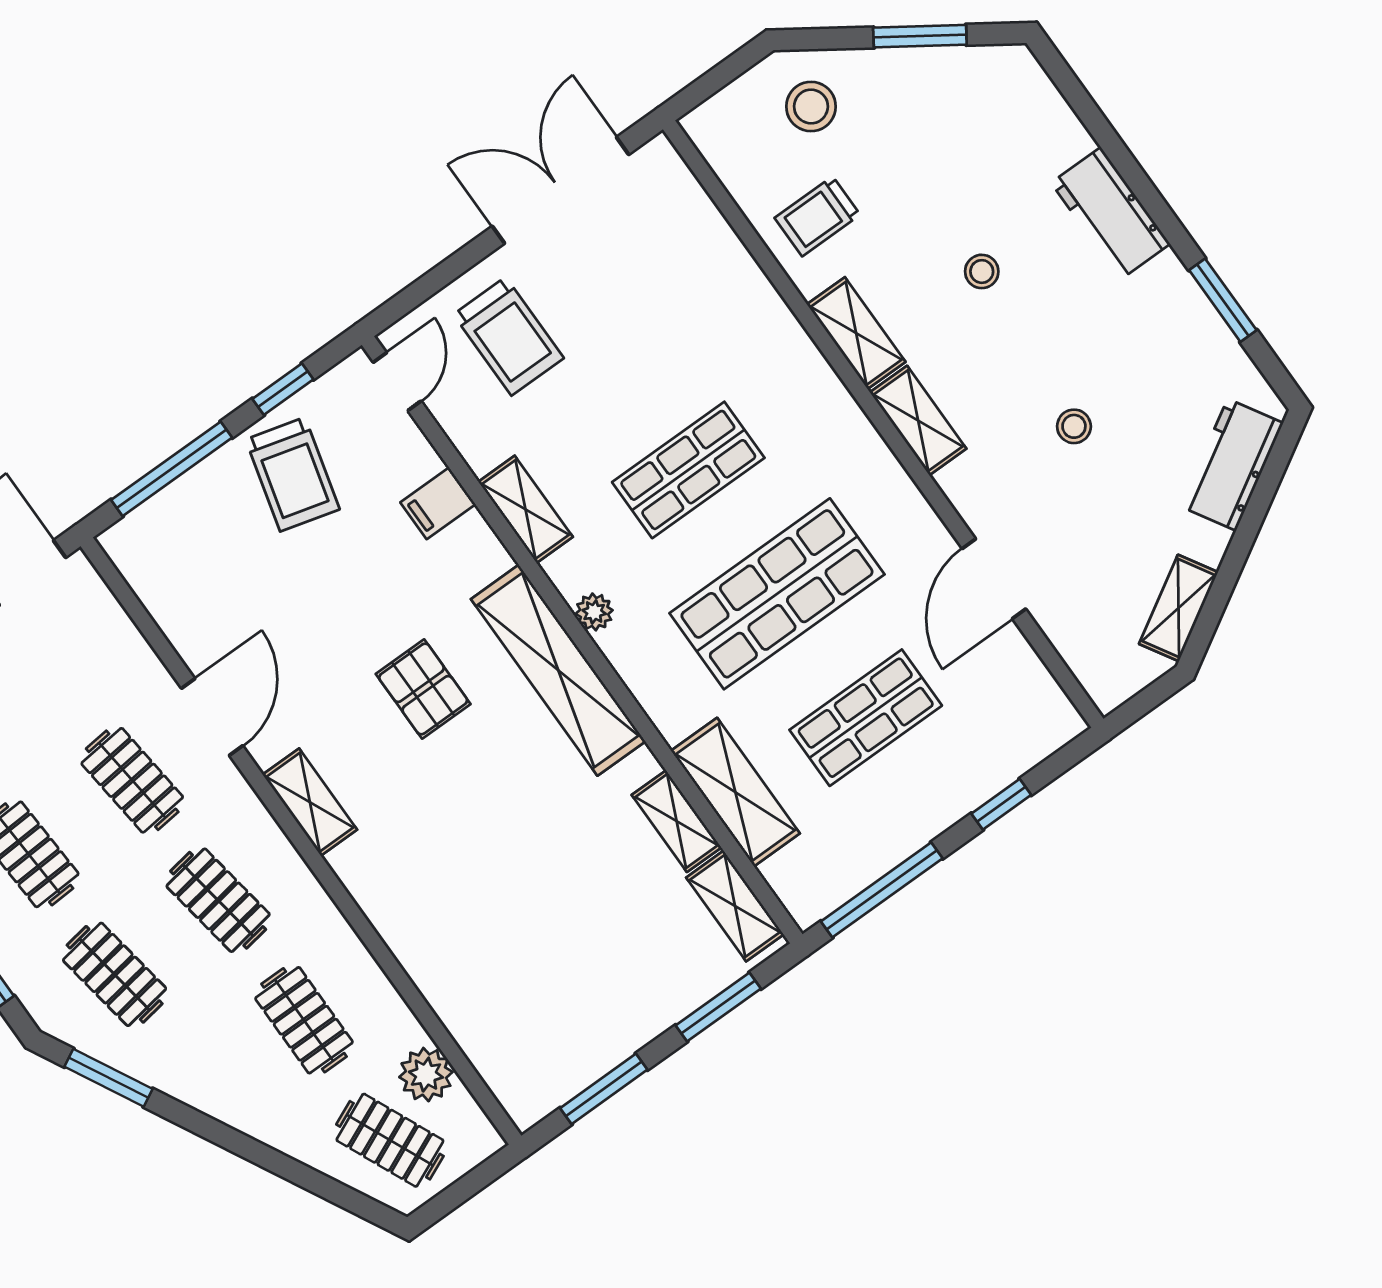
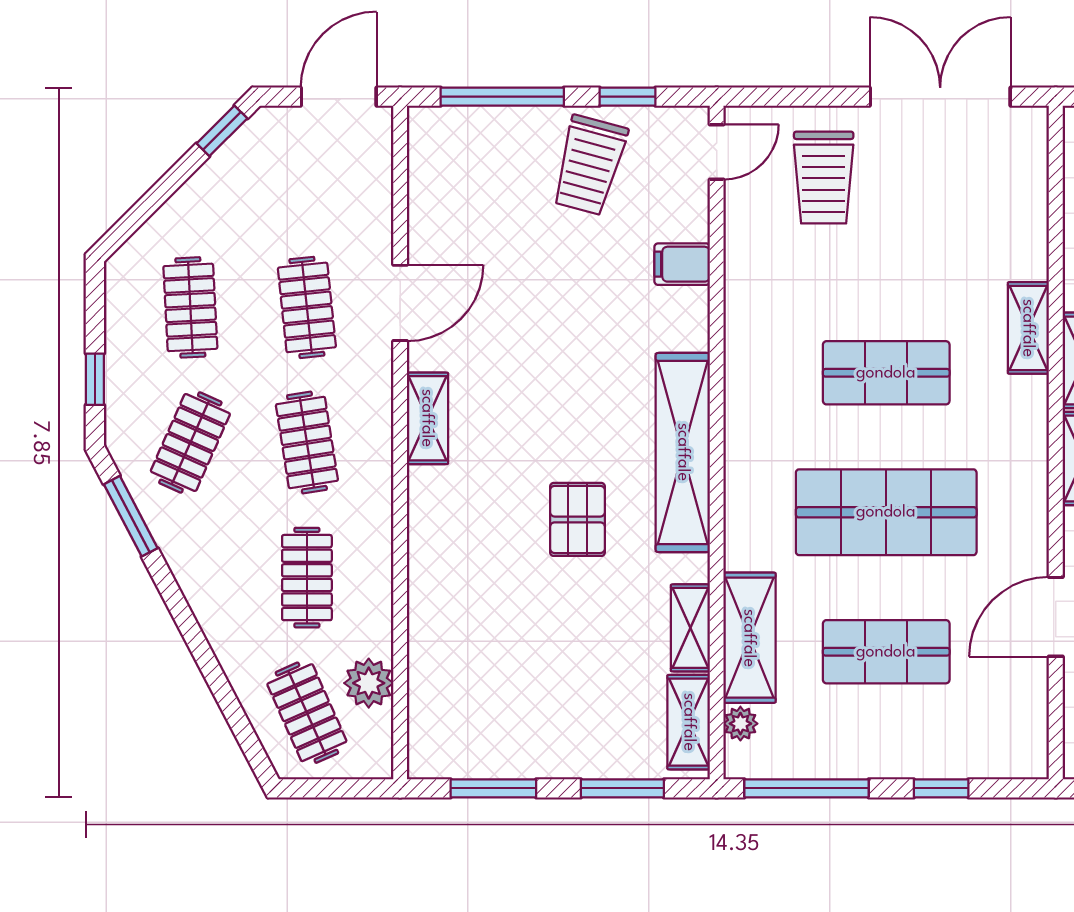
shelving: (525, 509) -> (1028, 328), moved
plant: (594, 612) -> (740, 724), moved
pallet: (423, 689) -> (577, 519), moved
clothes rail: (115, 974) -> (190, 443), turned 33

